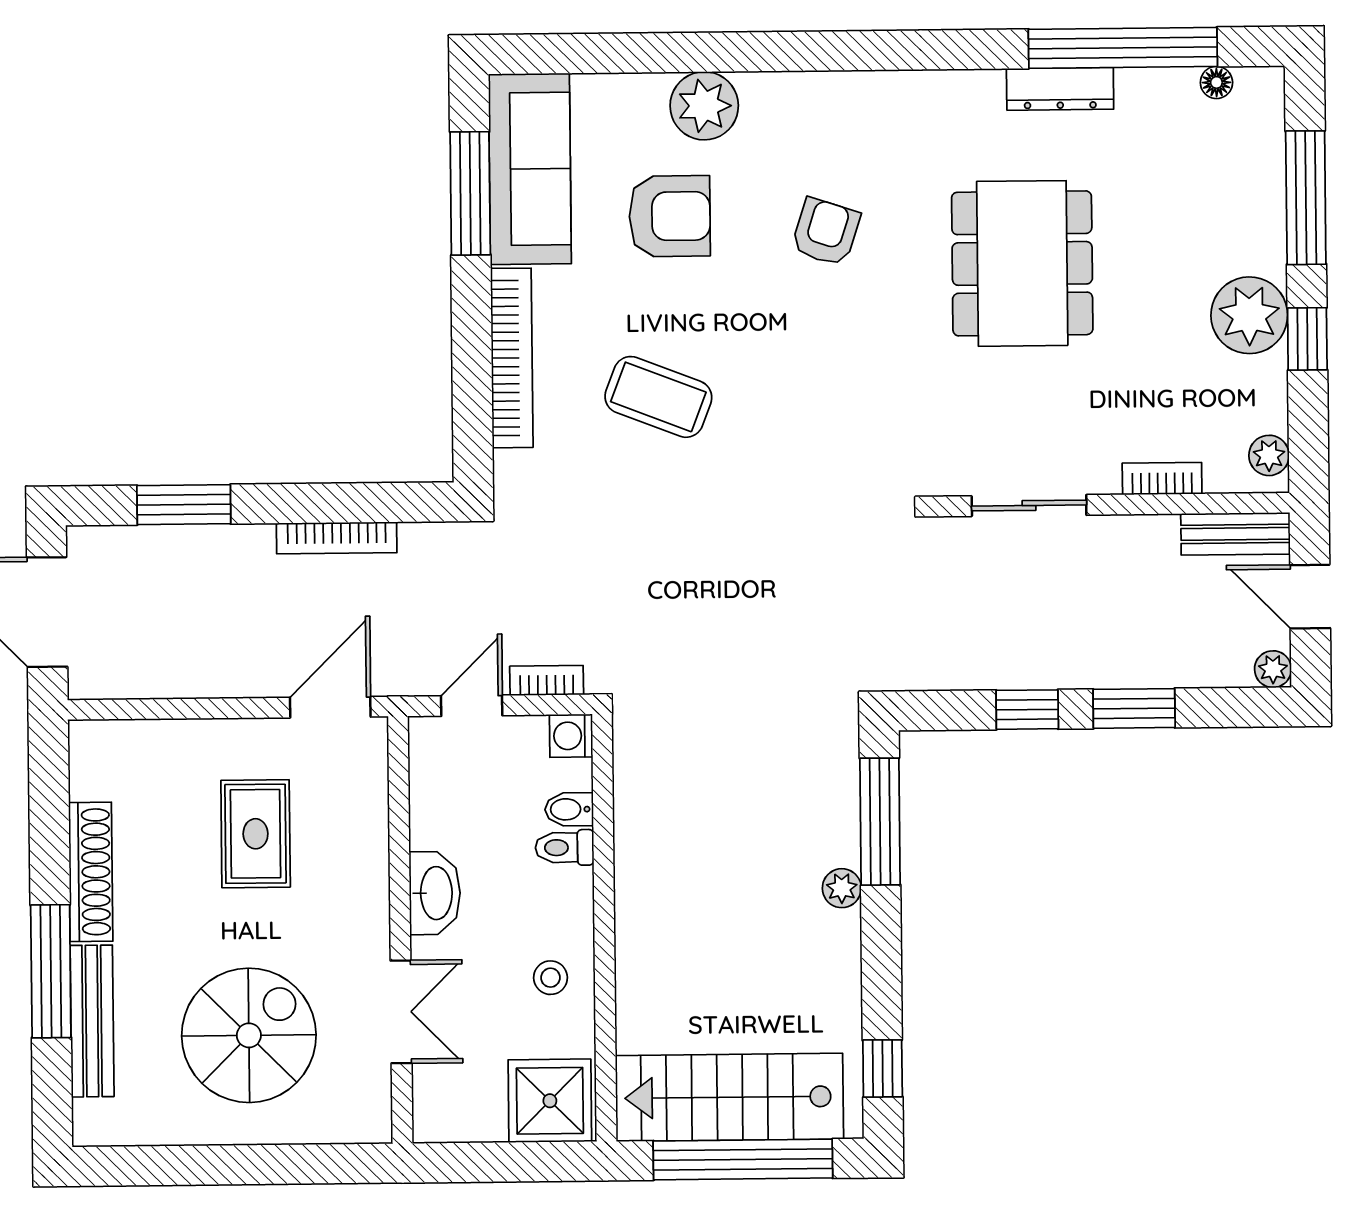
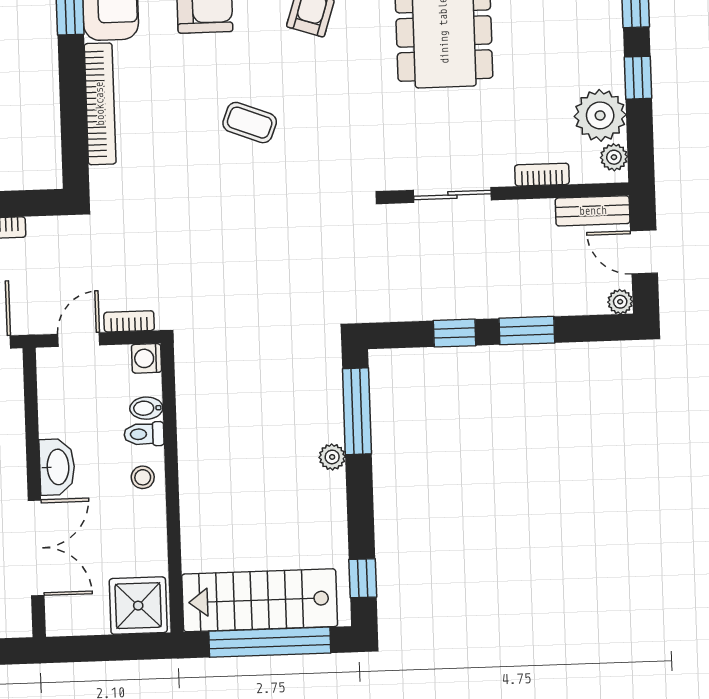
plant: (1249, 315) -> (600, 115), moved
coffee table: (658, 397) -> (250, 123), moved, width x0.73, depth x0.77
stool: (551, 978) -> (143, 477), moved
double door: (401, 1012) -> (36, 548), width x1.37

